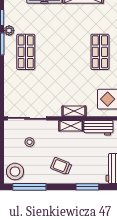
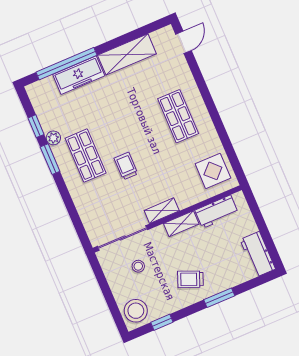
trolley: (50, 71) -> (126, 166), added
shelving: (74, 111) -> (162, 211), moved
window: (29, 187) -> (162, 322), width x0.46
window: (87, 187) -> (219, 298), moved

